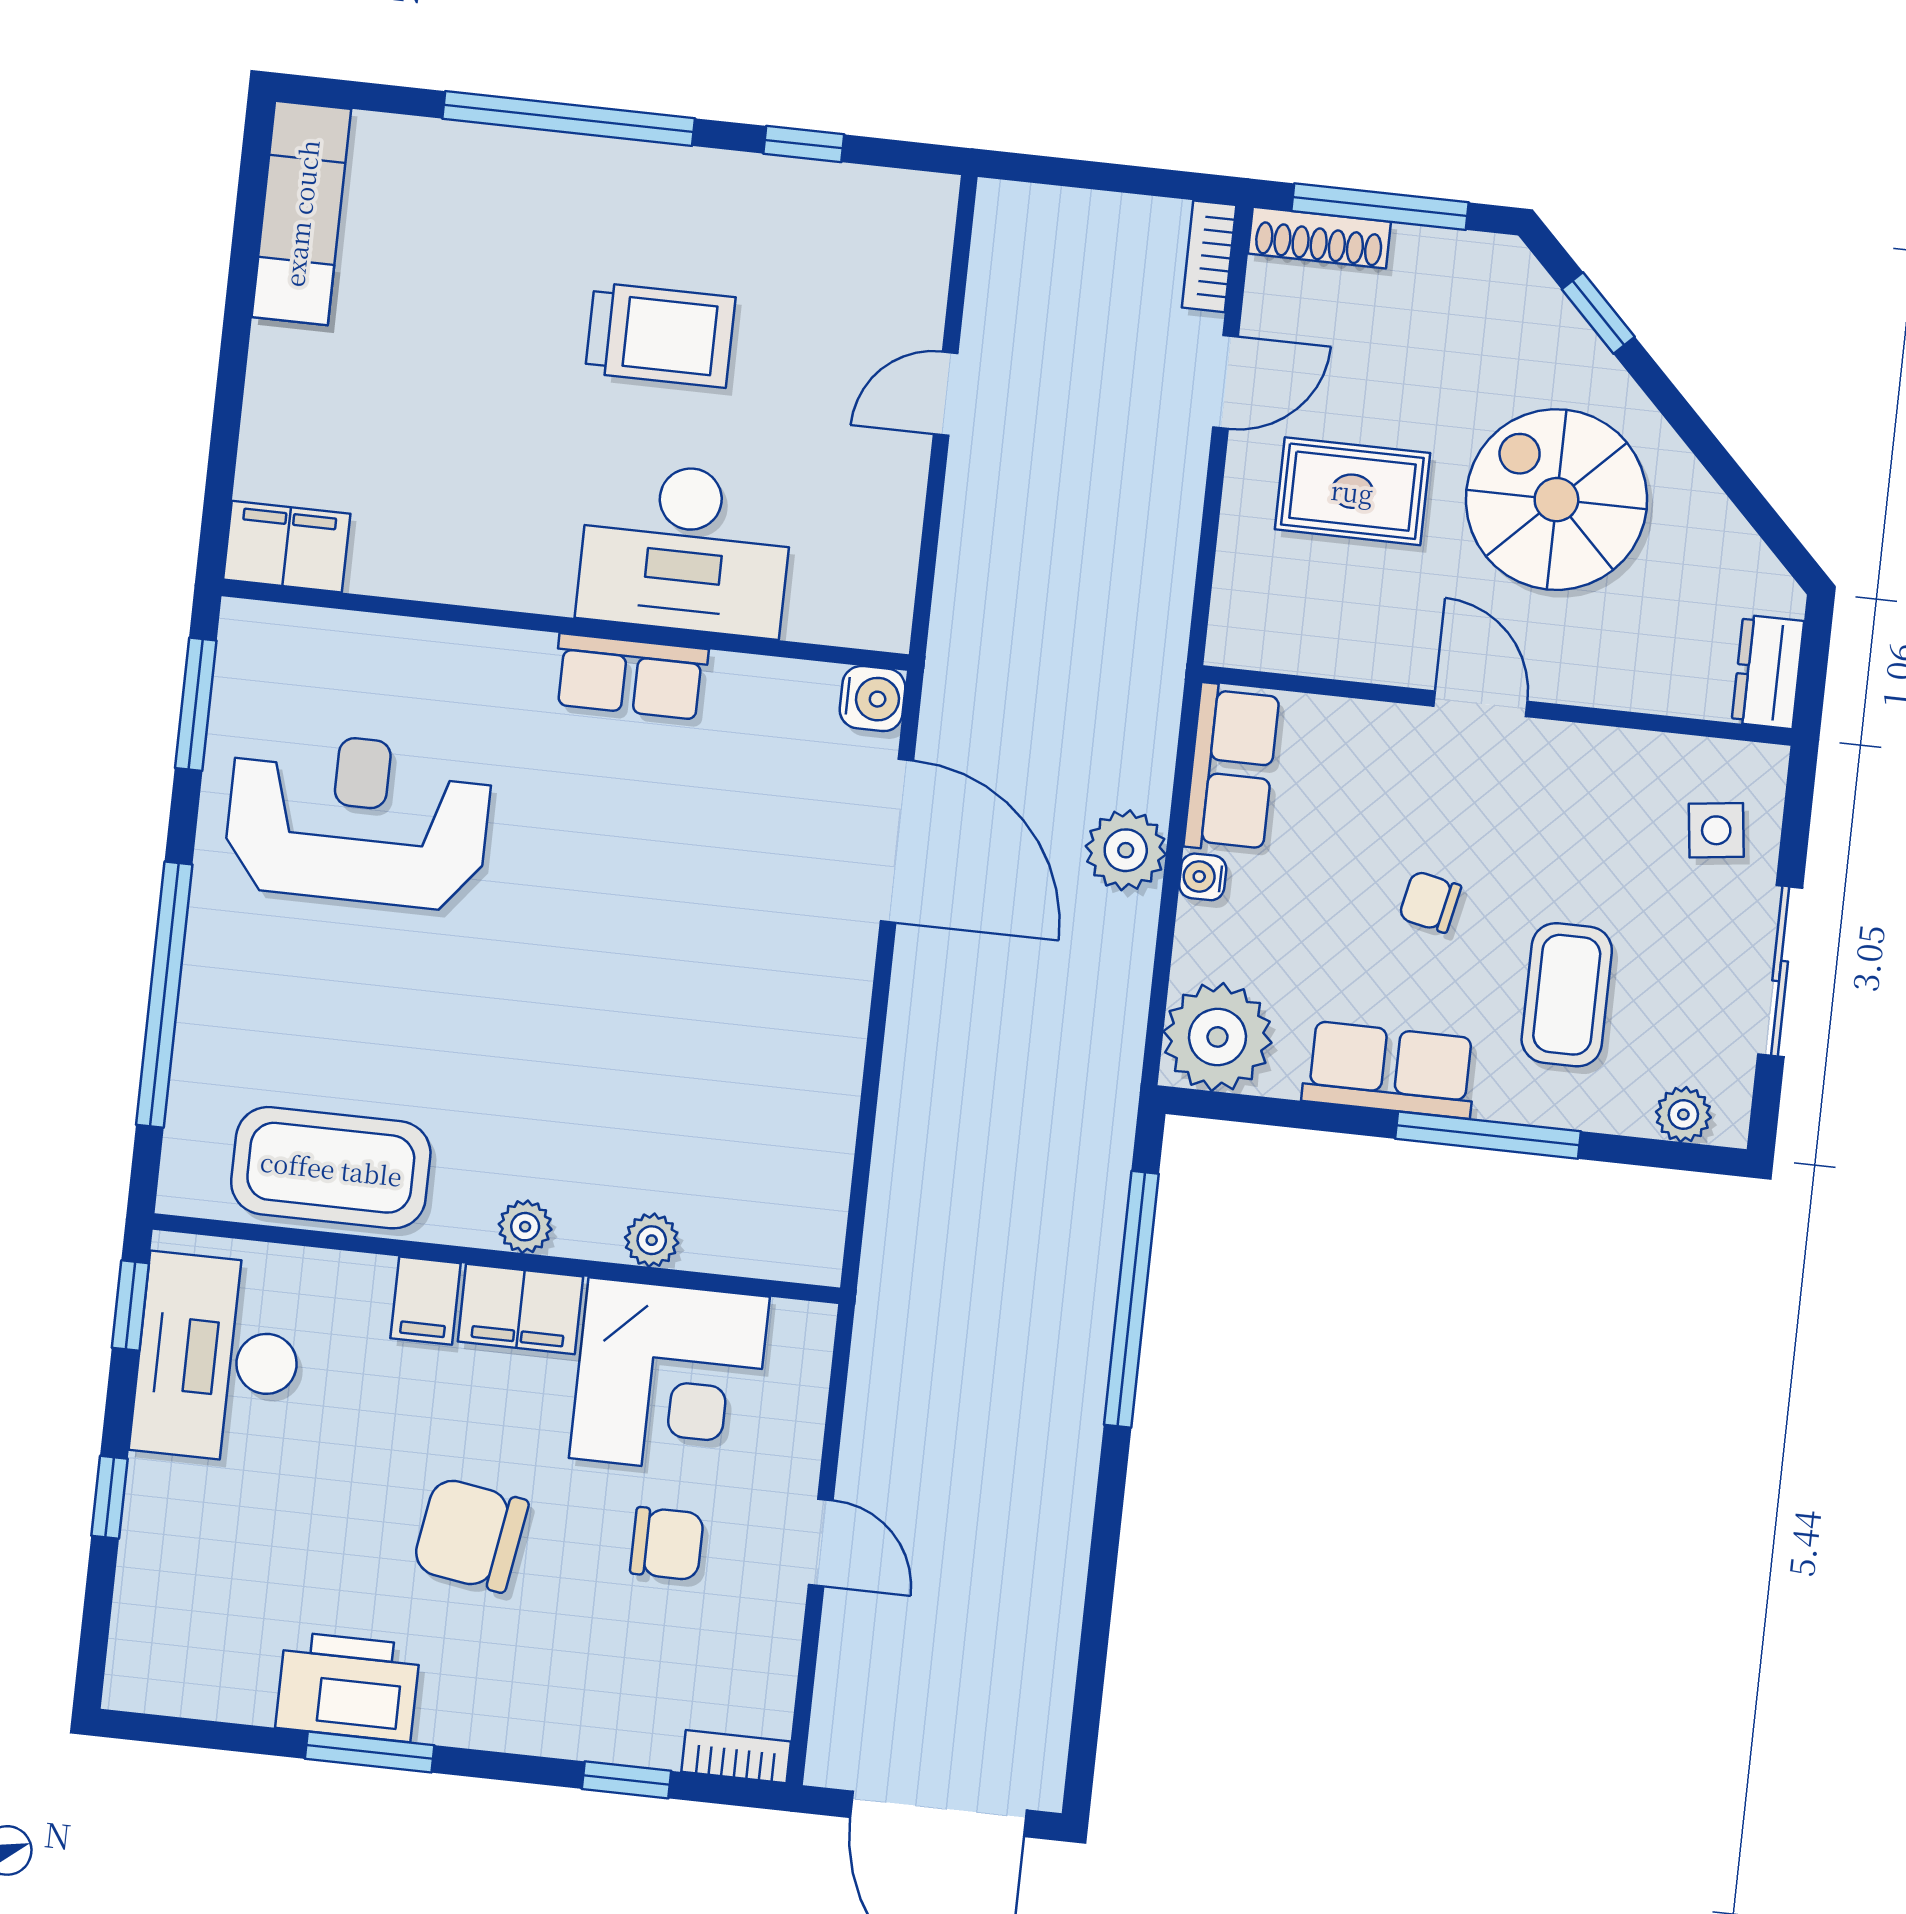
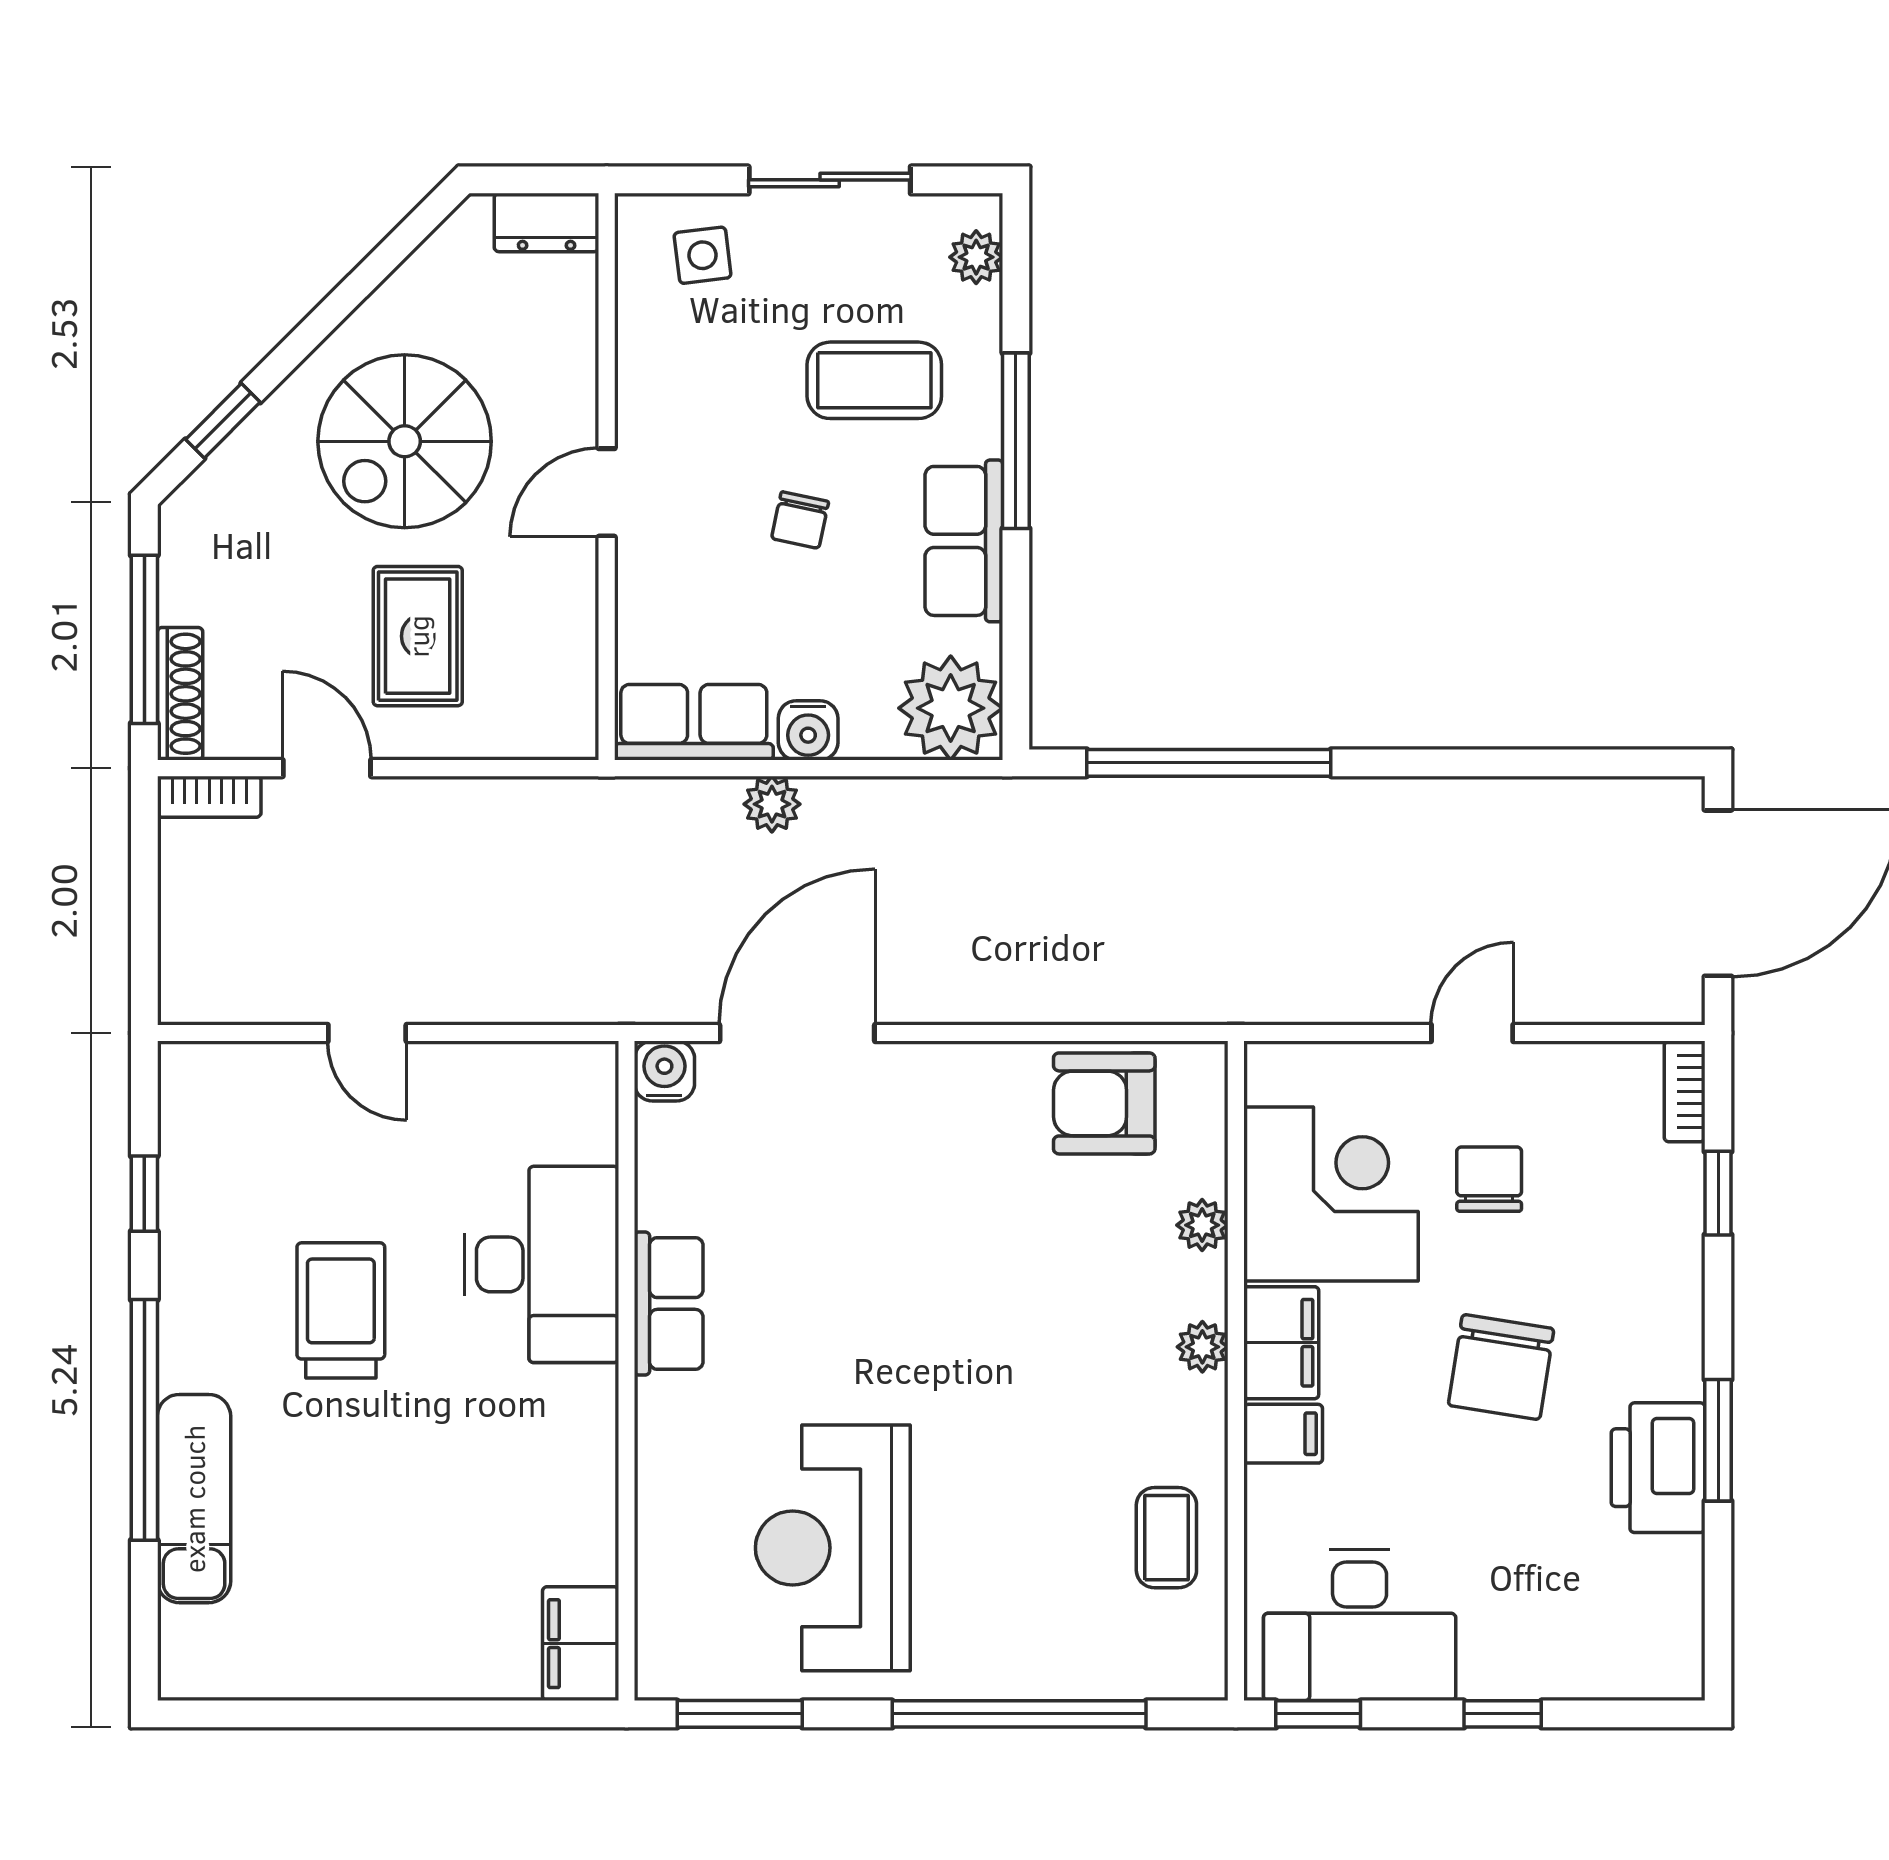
exam couch: (301, 213) -> (194, 1499), moved, turned 90
plant: (1126, 850) -> (772, 804), width x0.73, depth x0.73
water cooler: (1203, 877) -> (808, 730), width x1.38, depth x1.38
armchair: (789, 1152) -> (1104, 1103), added
coffee table: (331, 1168) -> (1166, 1538), width x0.54, depth x0.58

